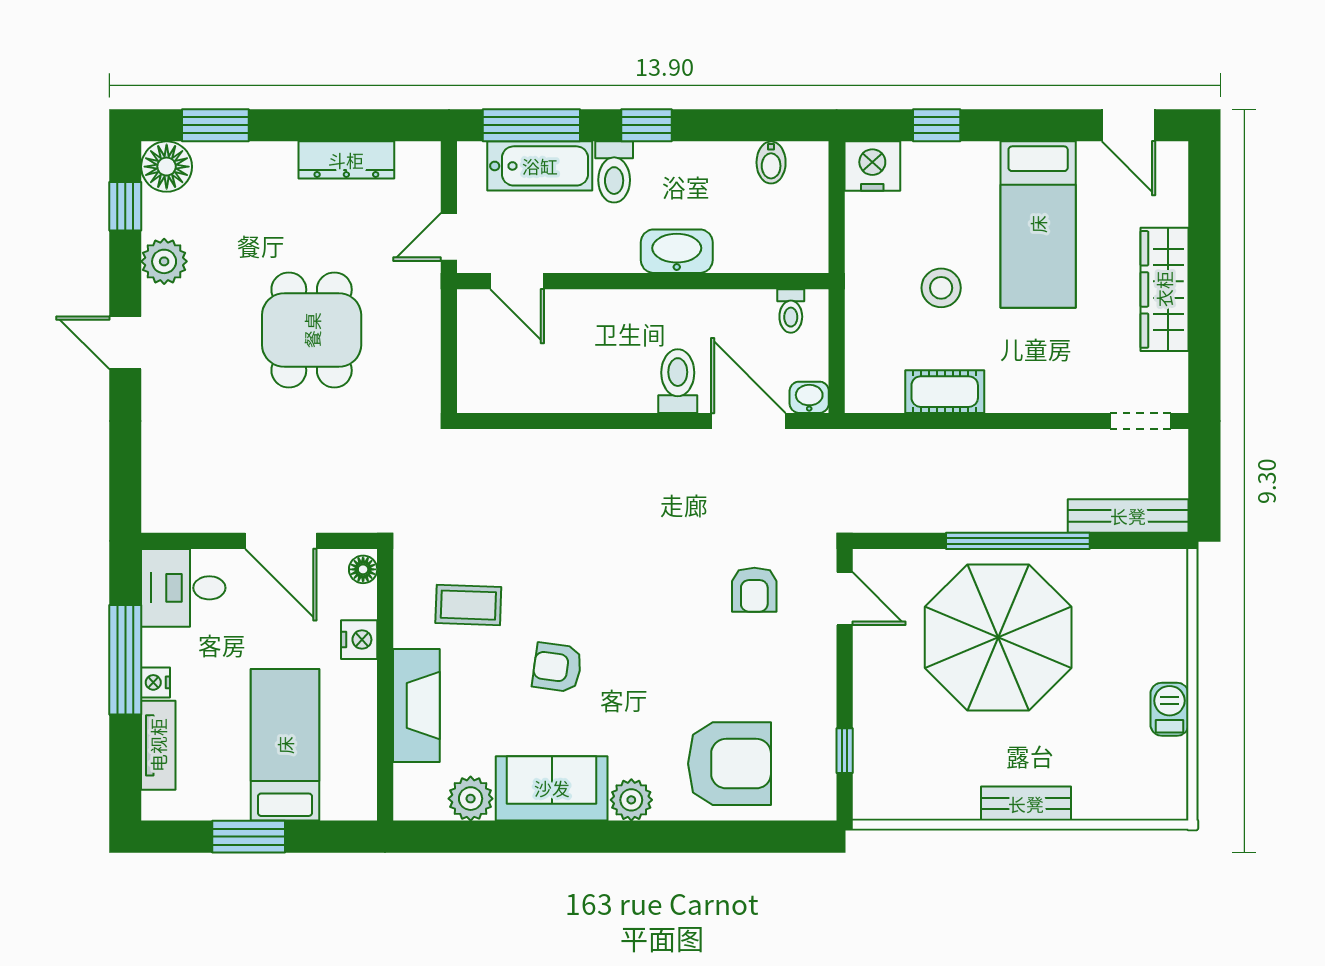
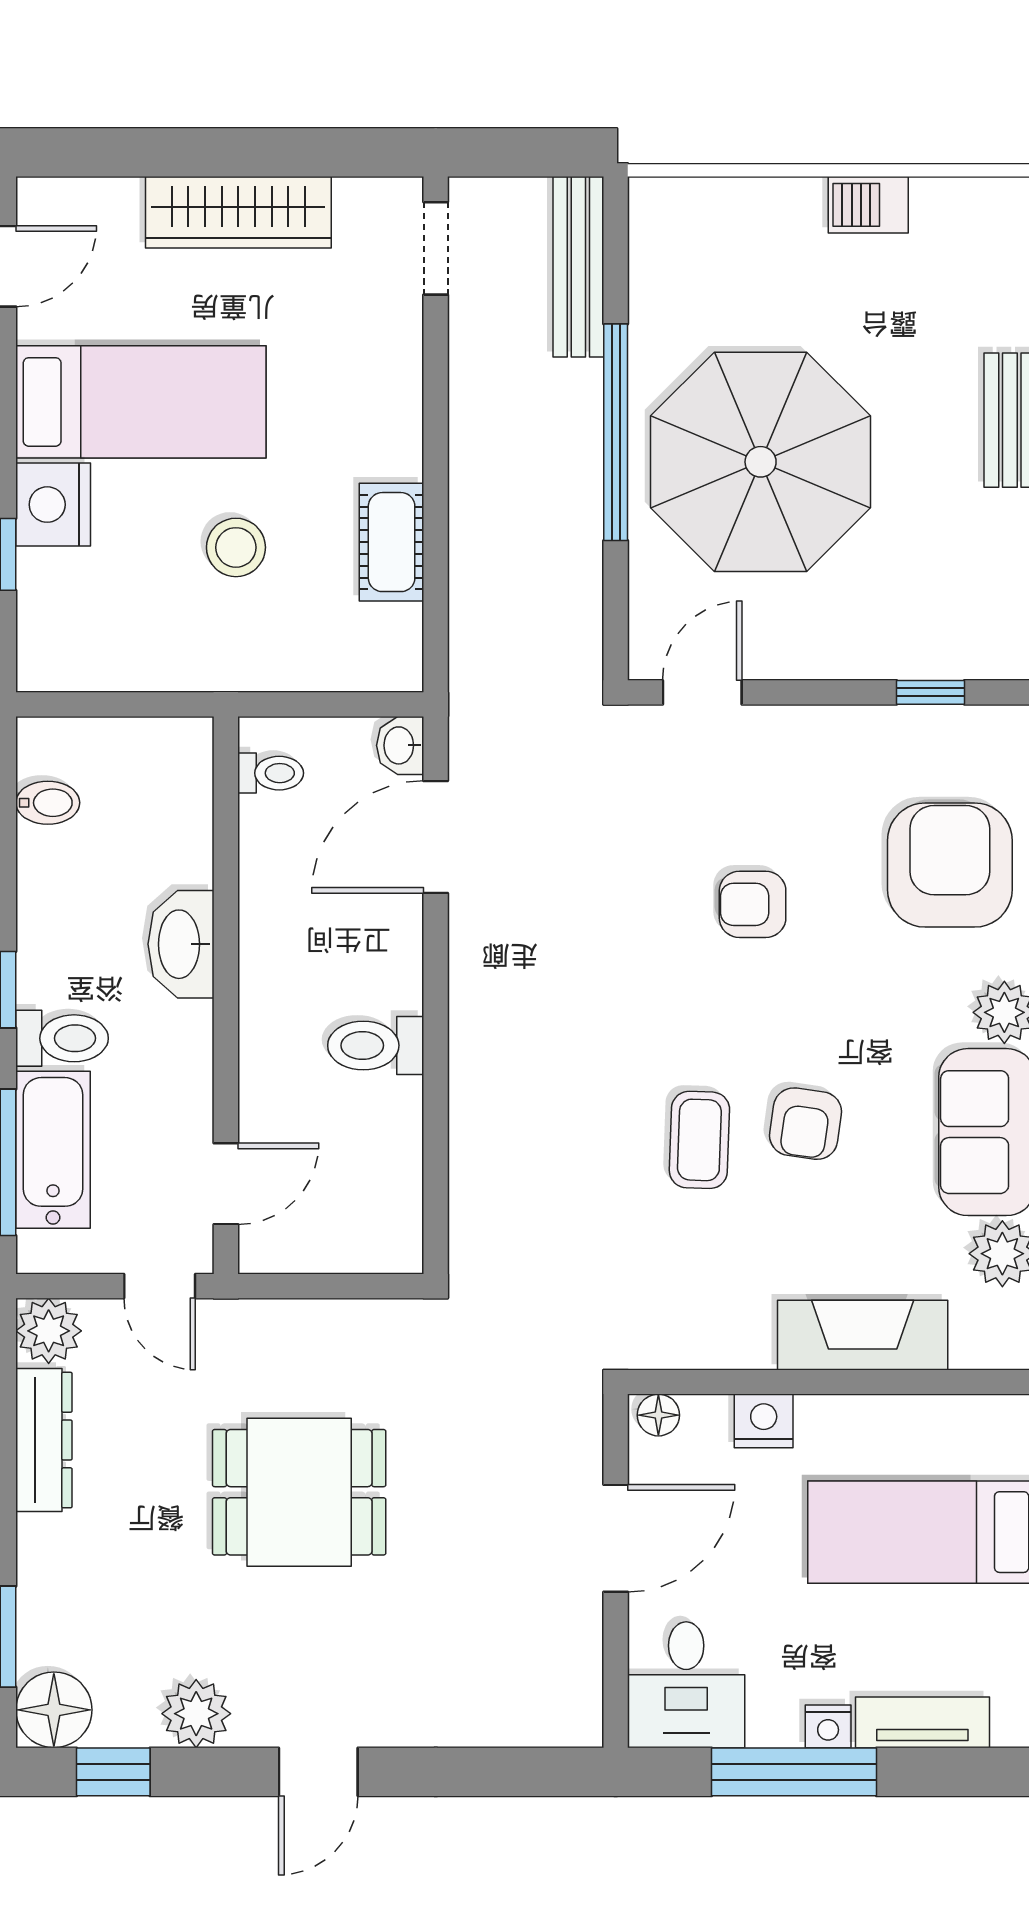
plant: (419, 163) -> (49, 1331), added
nightstand: (872, 166) -> (53, 505), moved
toilet: (678, 381) -> (376, 1045), moved
armchair: (754, 590) -> (753, 904), moved, turned 180
coffee table: (468, 605) -> (699, 1140), moved

